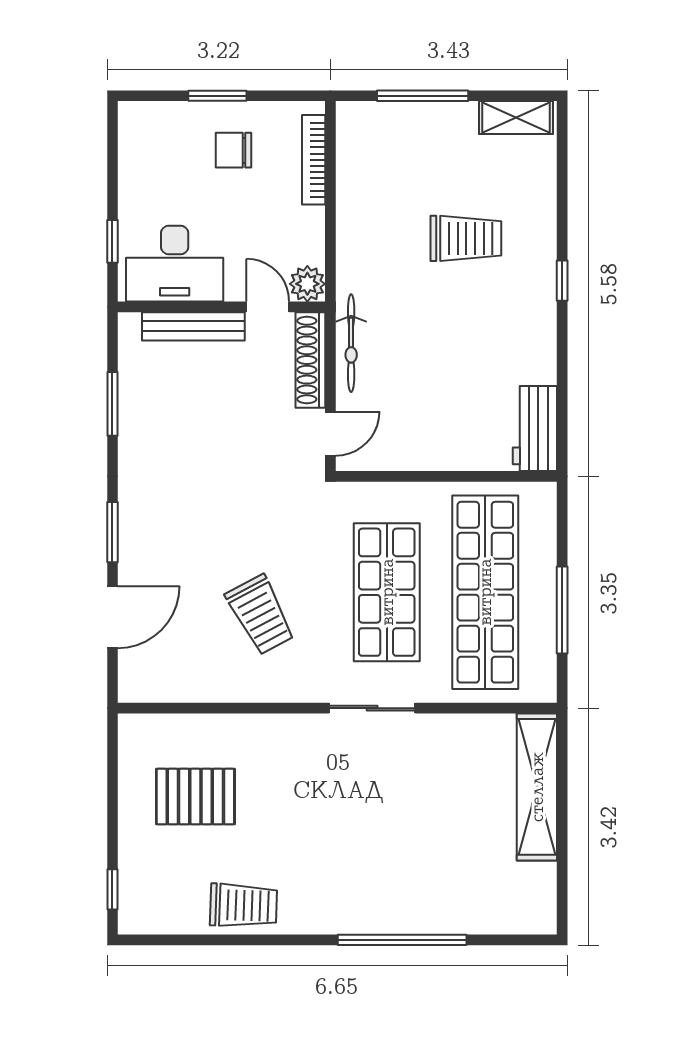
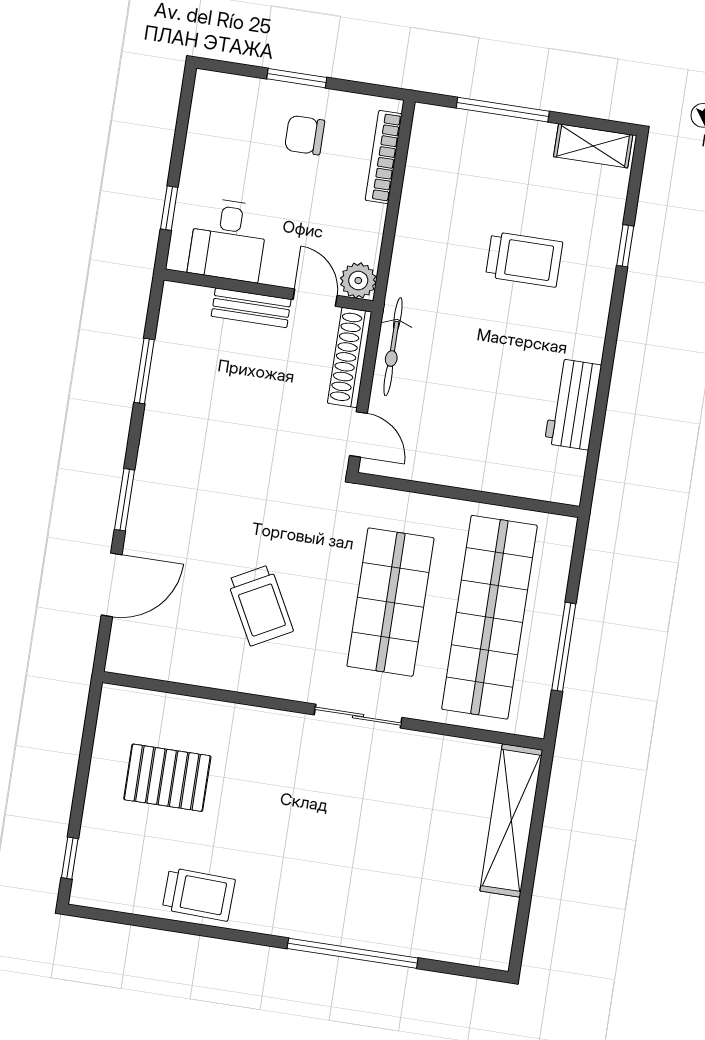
desk: (175, 264) -> (228, 240), width x0.73
window: (562, 281) -> (625, 246), moved
bench: (193, 326) -> (251, 308), width x0.73
workbench: (535, 429) -> (573, 404), moved
door: (330, 434) -> (358, 434), hinge flipped

